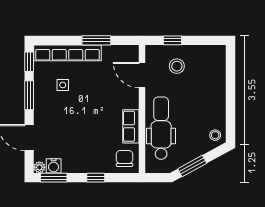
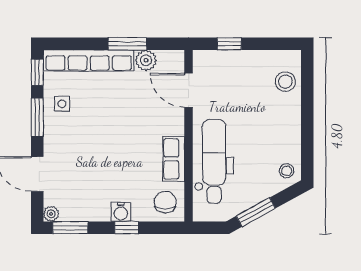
plant: (110, 53) -> (146, 60), added
stool: (177, 66) -> (285, 82), moved
side table: (63, 85) -> (62, 104), moved
water cooler: (54, 166) -> (121, 212), moved

